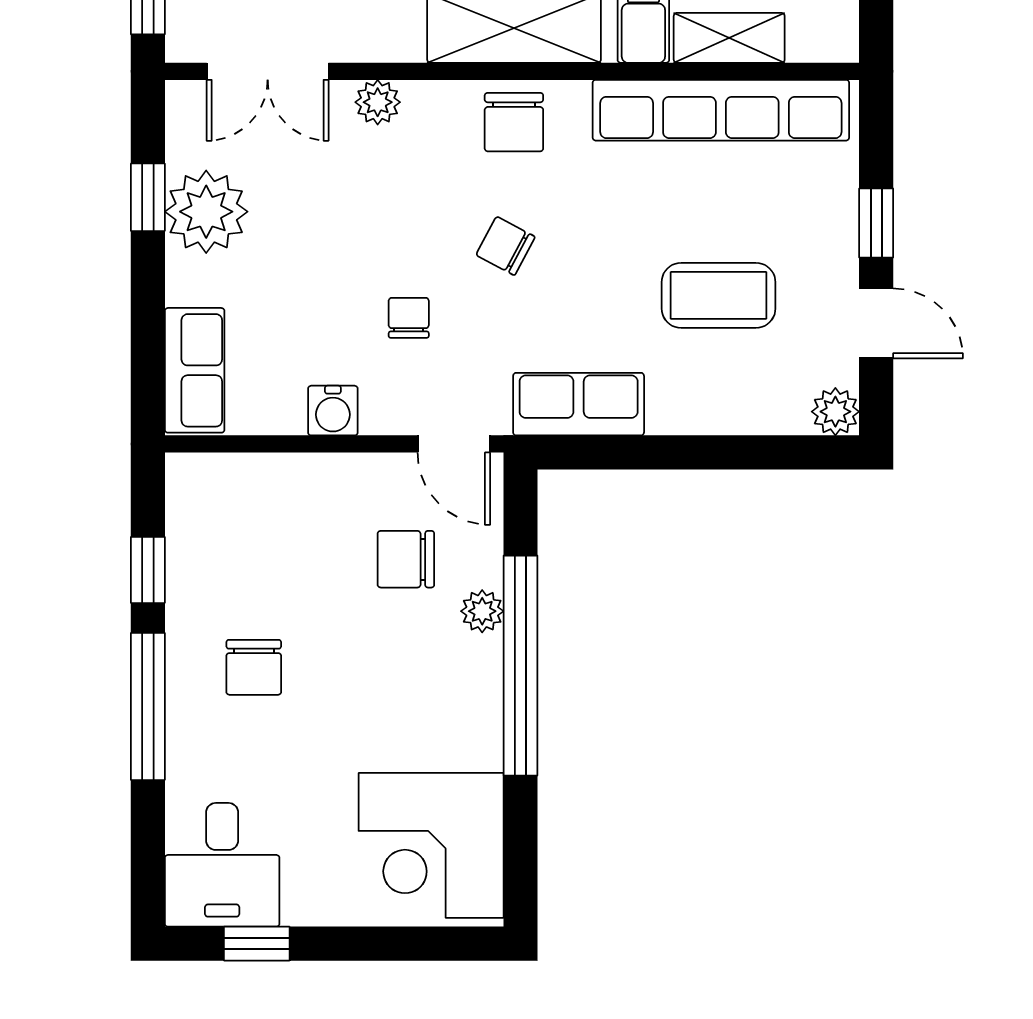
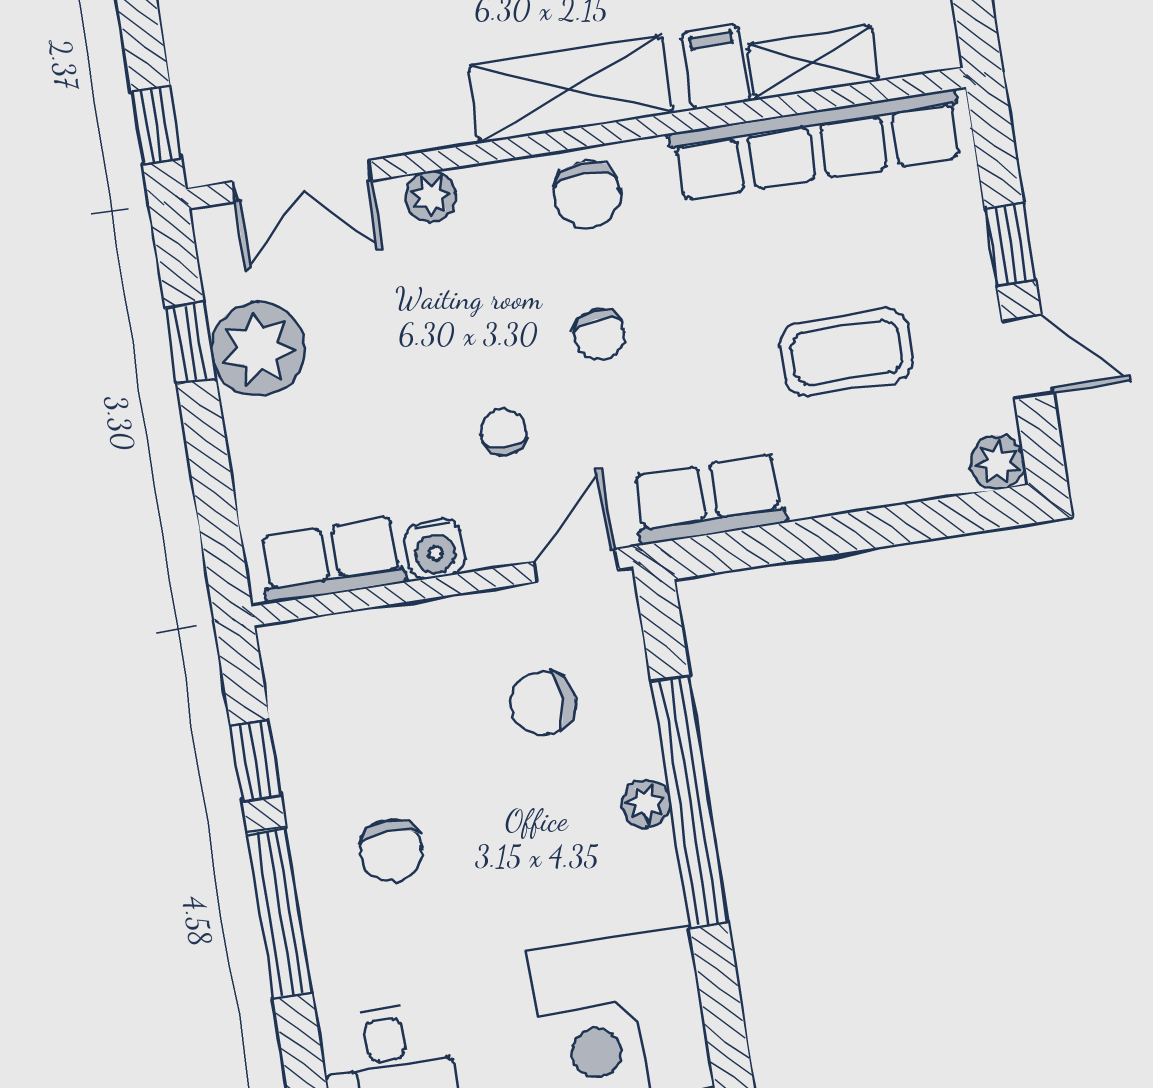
chair: (506, 246) -> (599, 335), turned -123
row of seats: (195, 370) -> (331, 560), moved, turned -90
door: (454, 444) -> (576, 565), swing flipped
plant: (482, 611) -> (646, 804), moved

